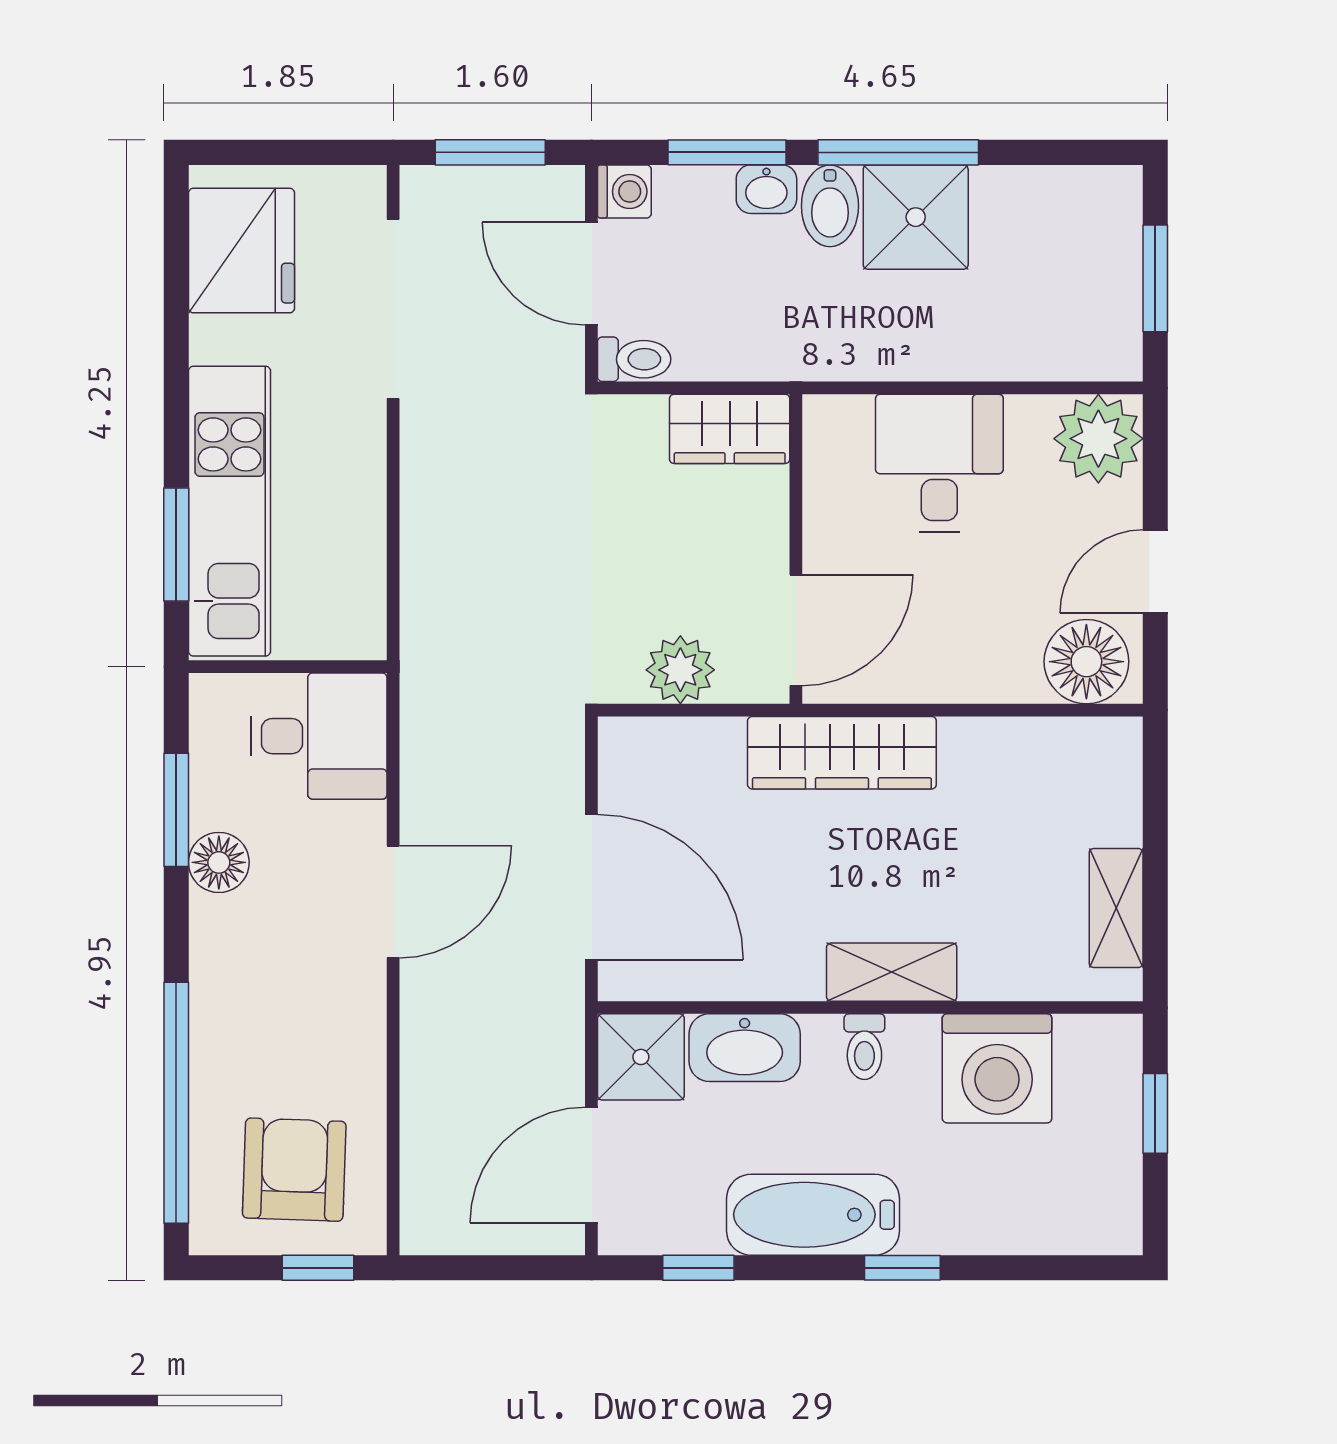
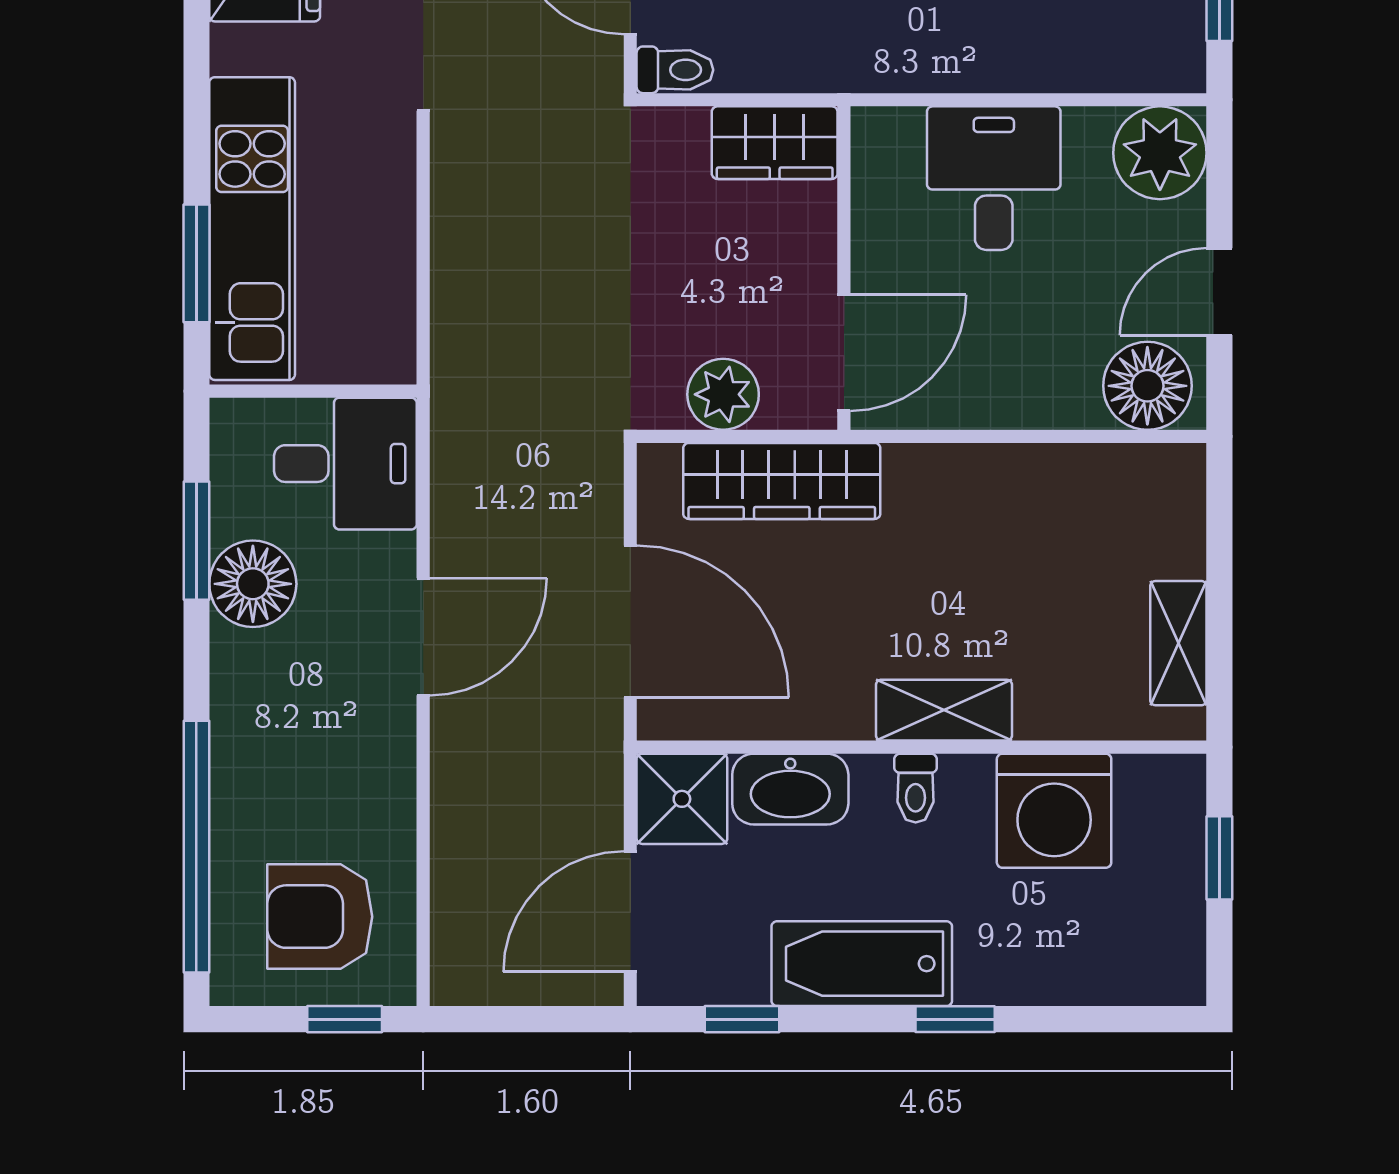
wardrobe: (842, 753) -> (782, 481), moved
floor lamp: (219, 862) -> (253, 584), width x1.38, depth x1.38
armchair: (294, 1170) -> (320, 917), turned -92

